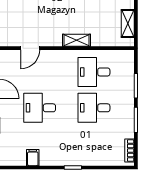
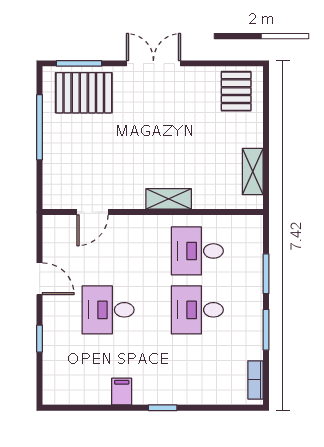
filing cabinet: (33, 158) -> (122, 392), moved

